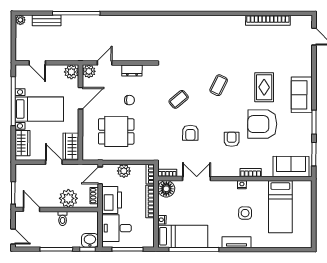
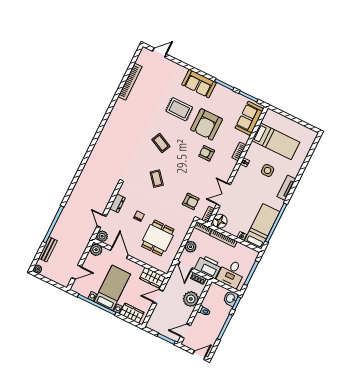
armchair: (190, 133) -> (191, 201), moved

